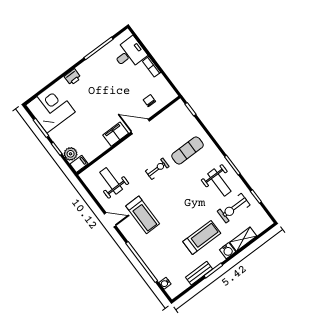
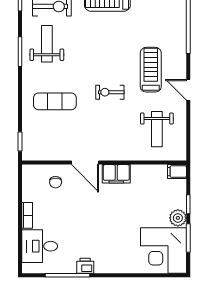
printer: (73, 77) -> (85, 266), moved
plant: (71, 154) -> (178, 218), moved
exercise bike: (157, 169) -> (110, 92), moved

